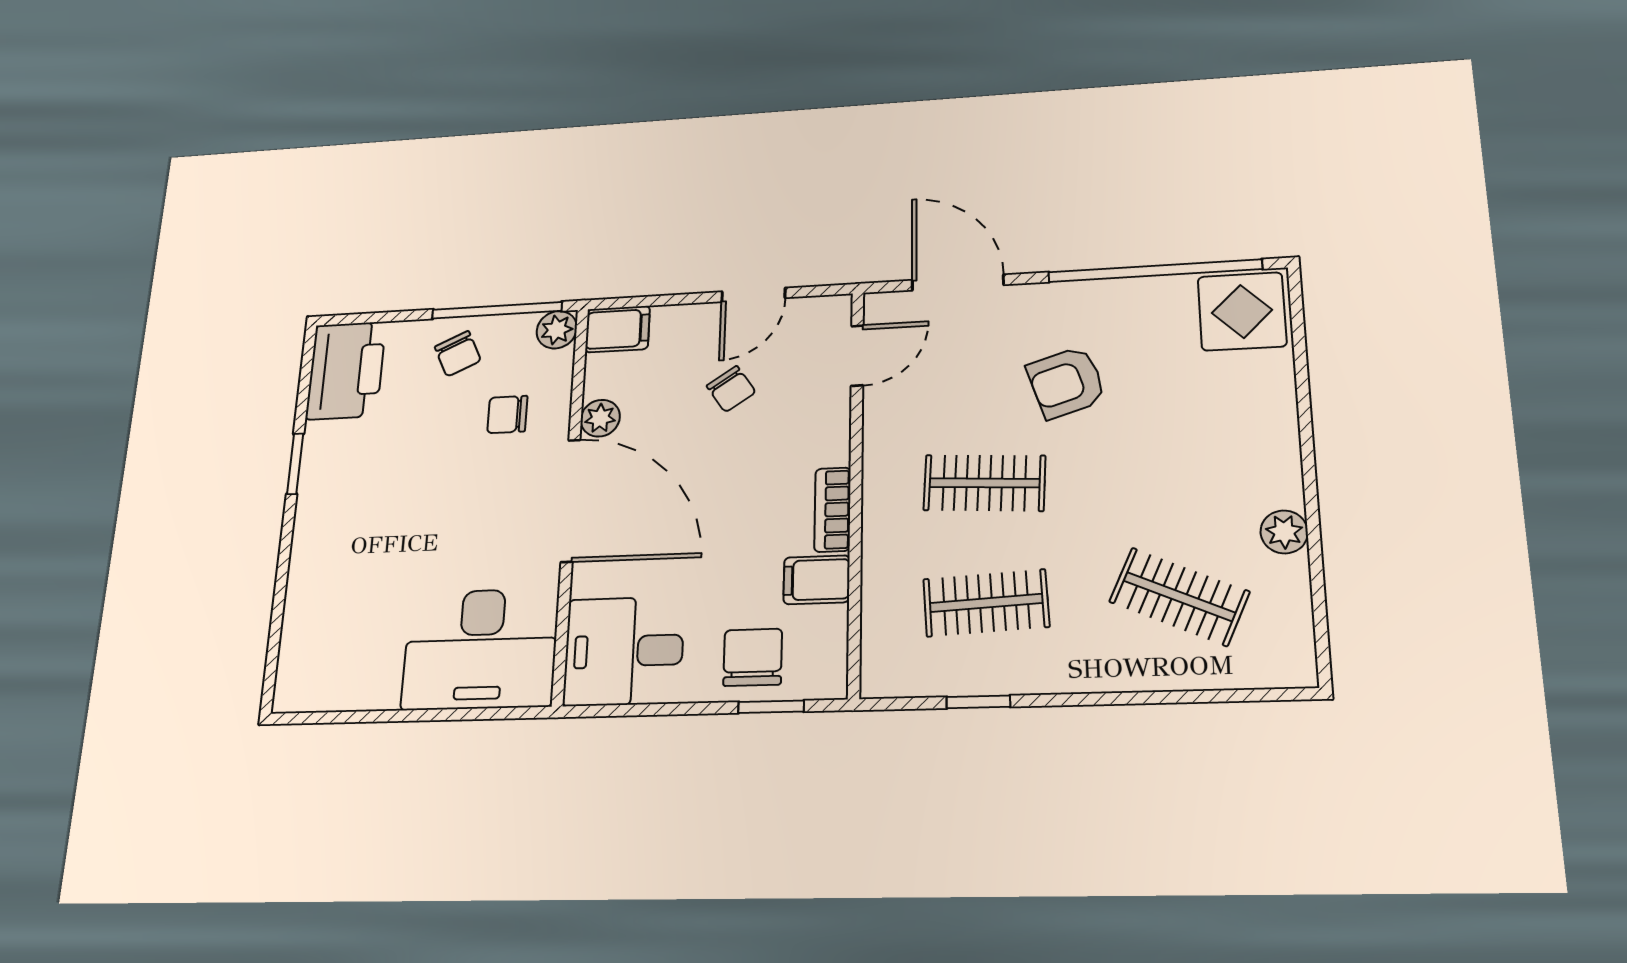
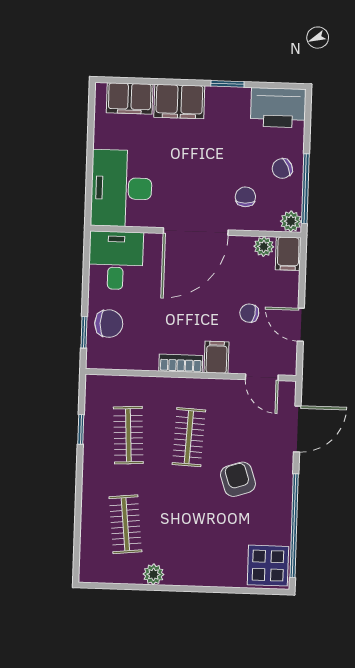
chair: (731, 389) -> (249, 313), turned 44
plant: (600, 418) -> (264, 247), moved
filing cabinet: (321, 549) -> (179, 102), added
filing cabinet: (817, 580) -> (217, 357), moved
clothes rail: (1179, 597) -> (125, 524), turned -30
filing cabinet: (307, 644) -> (130, 98), added

